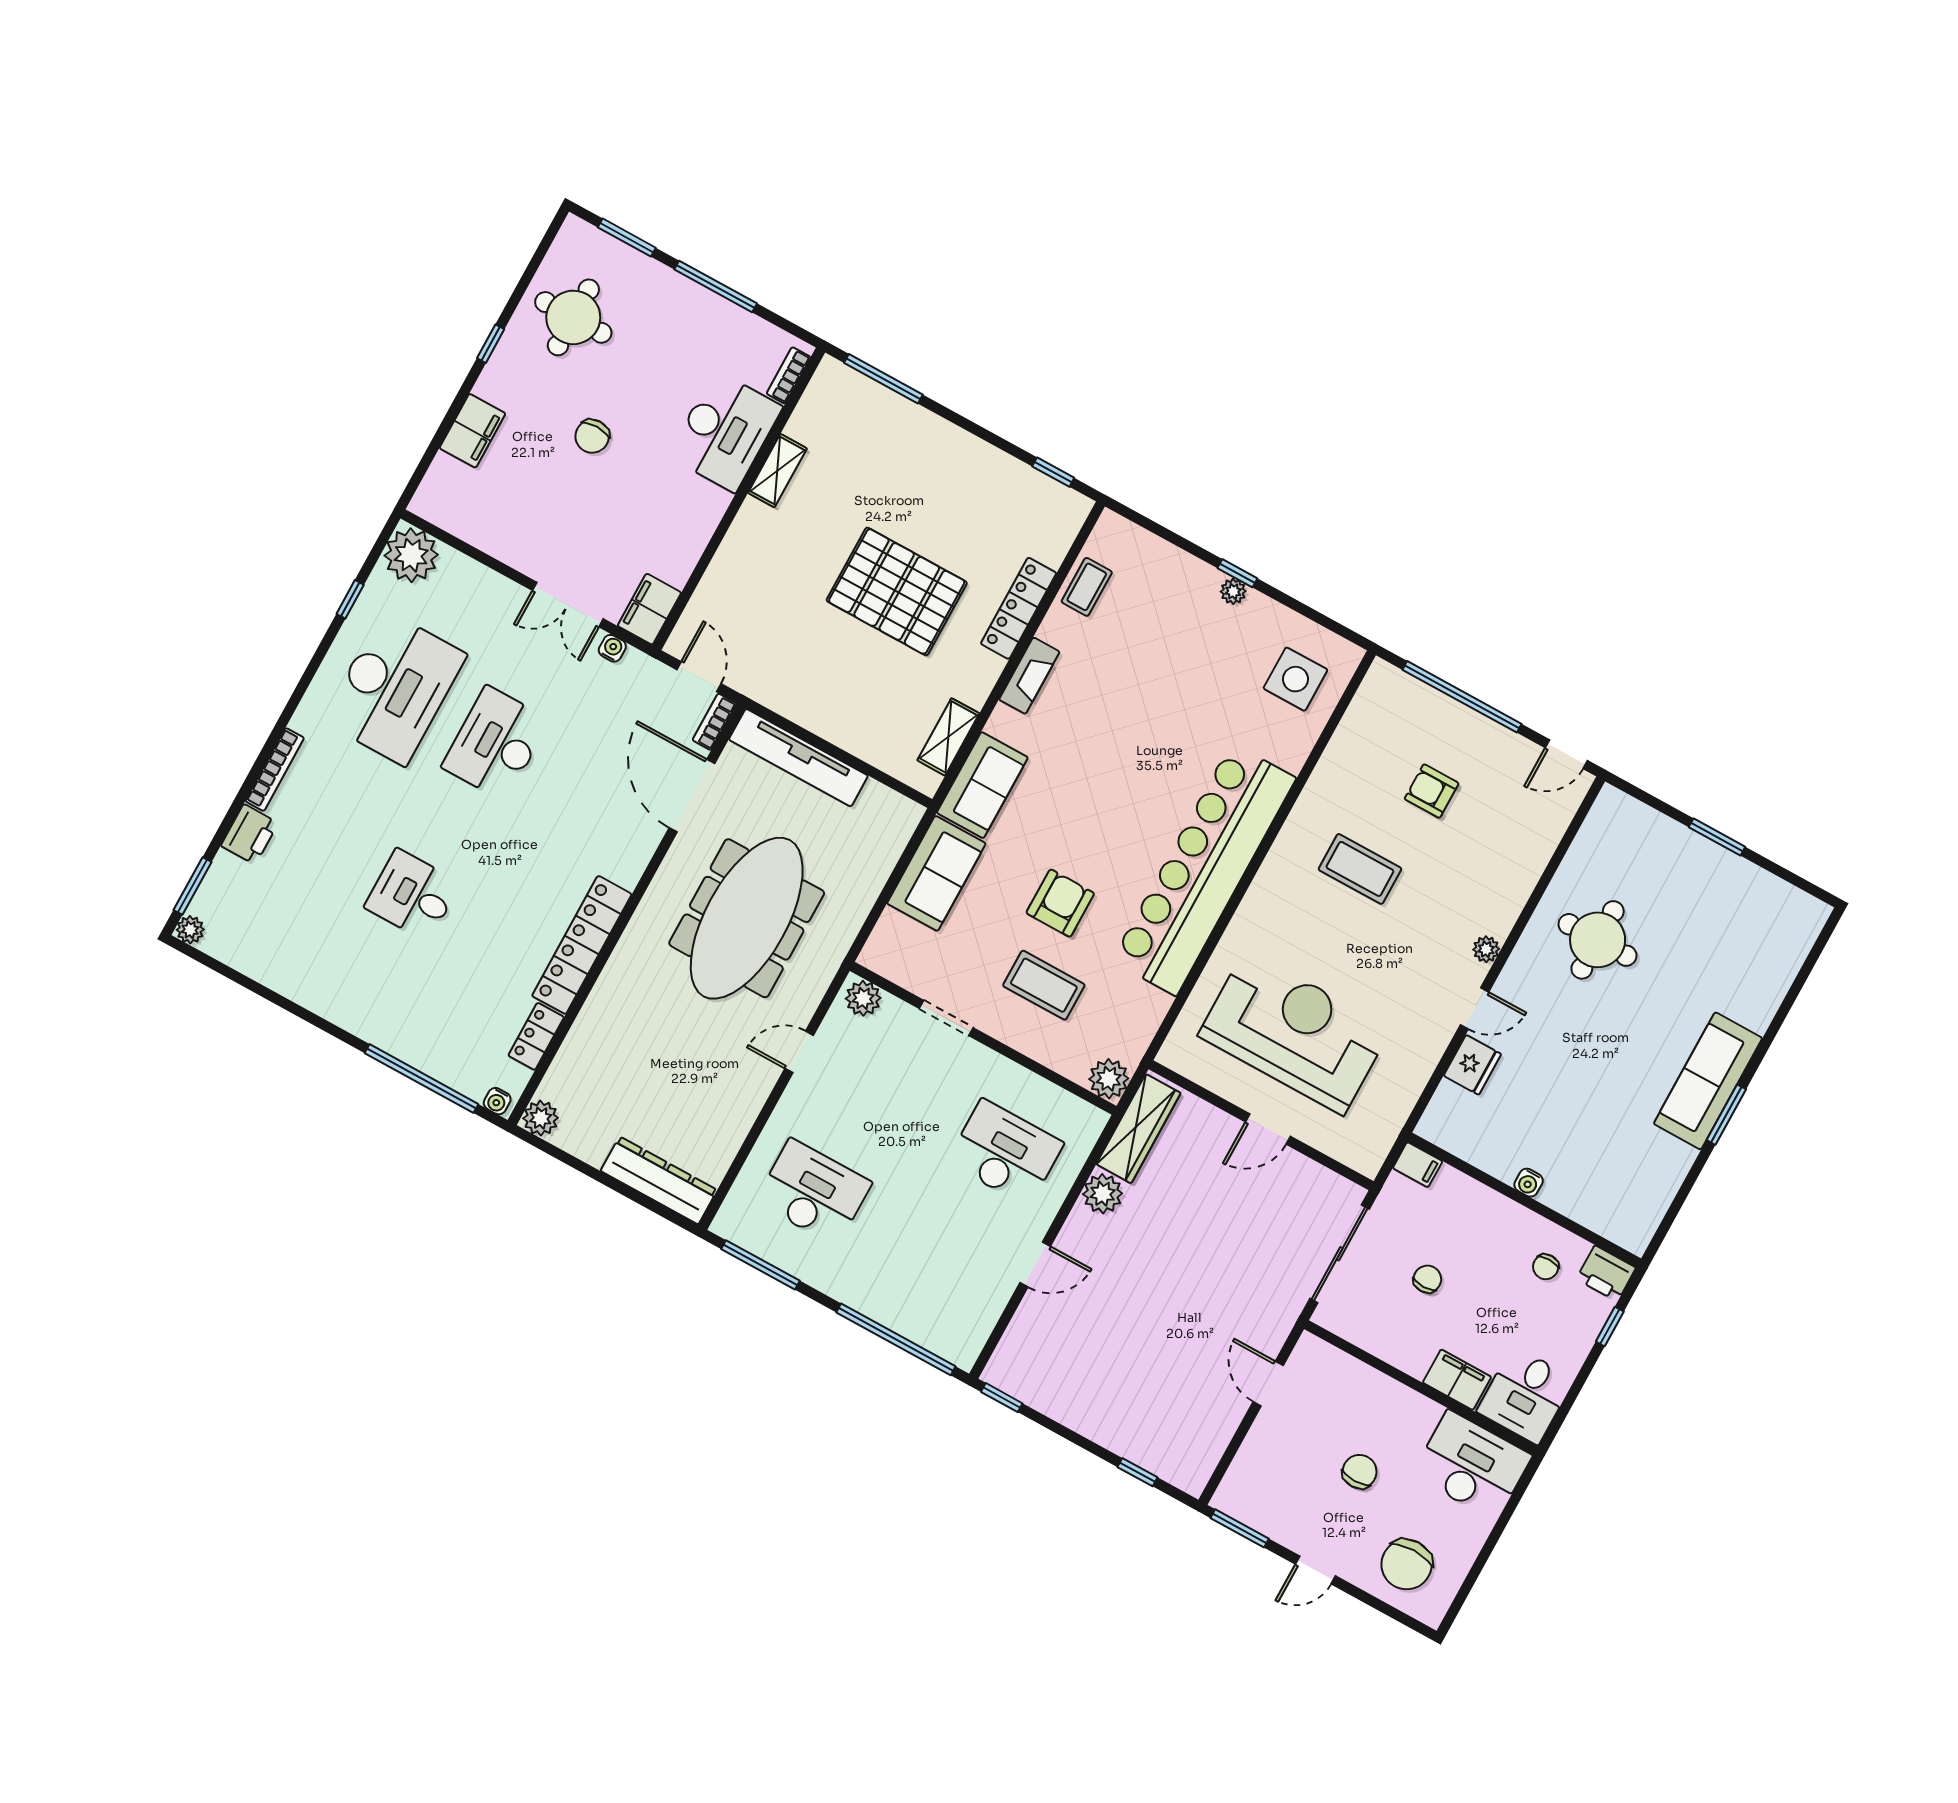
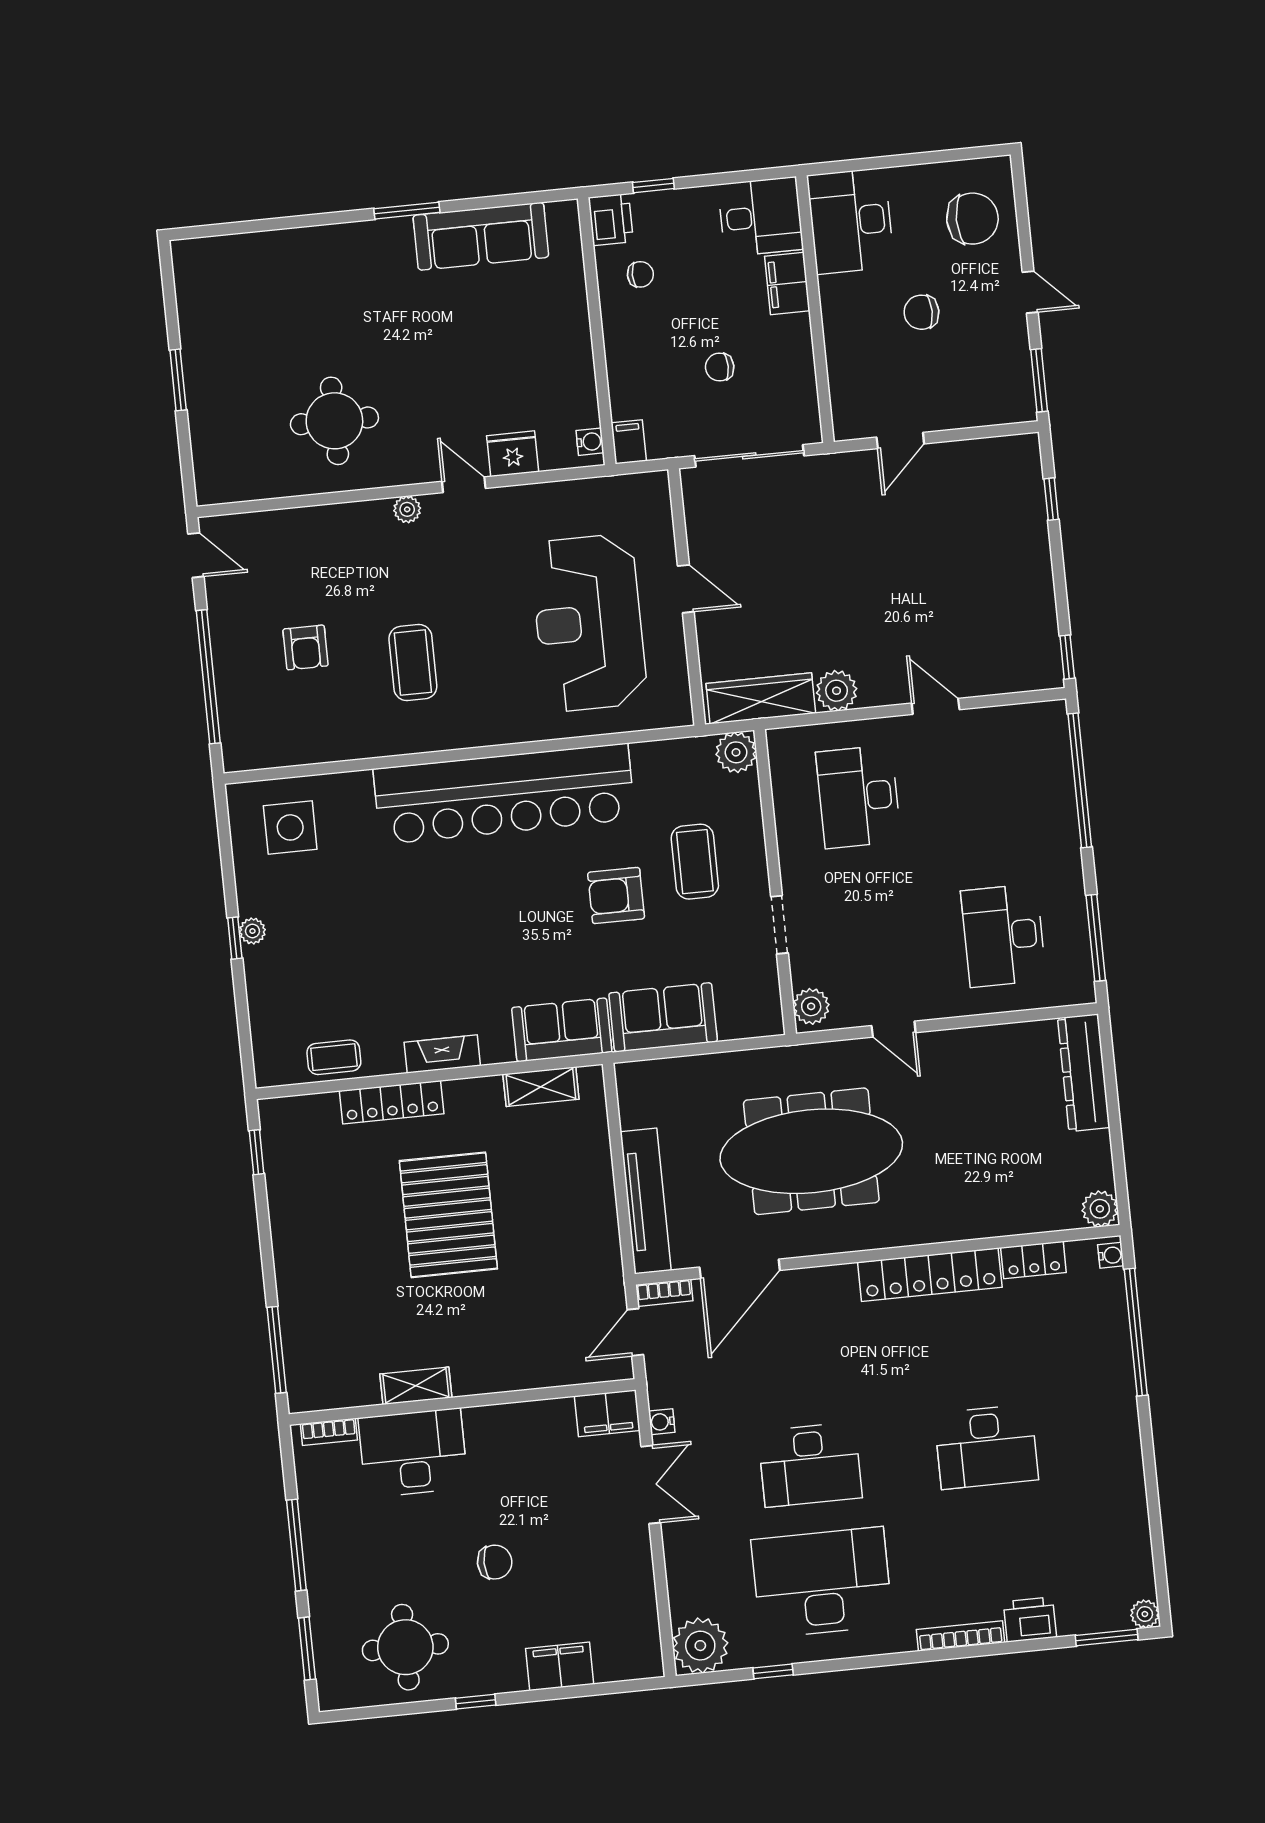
desk: (412, 895) -> (986, 1447), width x1.37
sofa: (1708, 1081) -> (481, 236), moved
water cooler: (1529, 1183) -> (590, 442), moved

